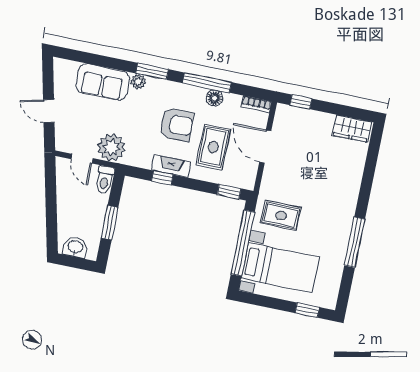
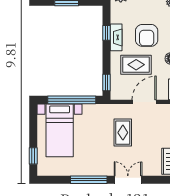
double door: (365, 190) -> (128, 180), added
rug: (281, 215) -> (123, 133), moved

